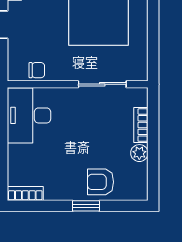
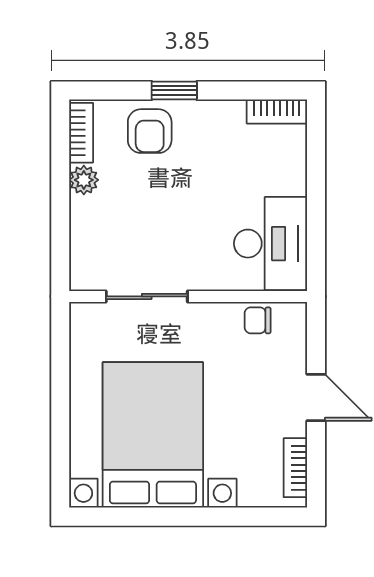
bookcase: (141, 125) -> (81, 133), moved
armchair: (100, 182) -> (150, 131), turned 90

